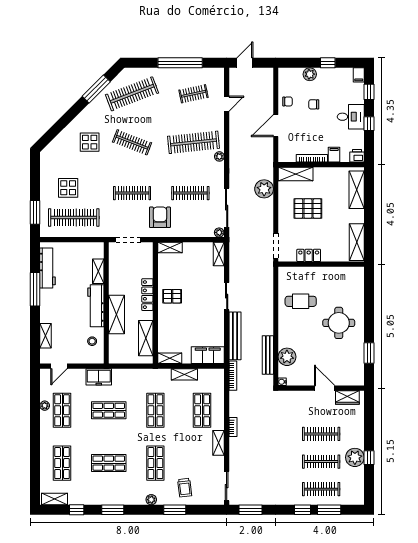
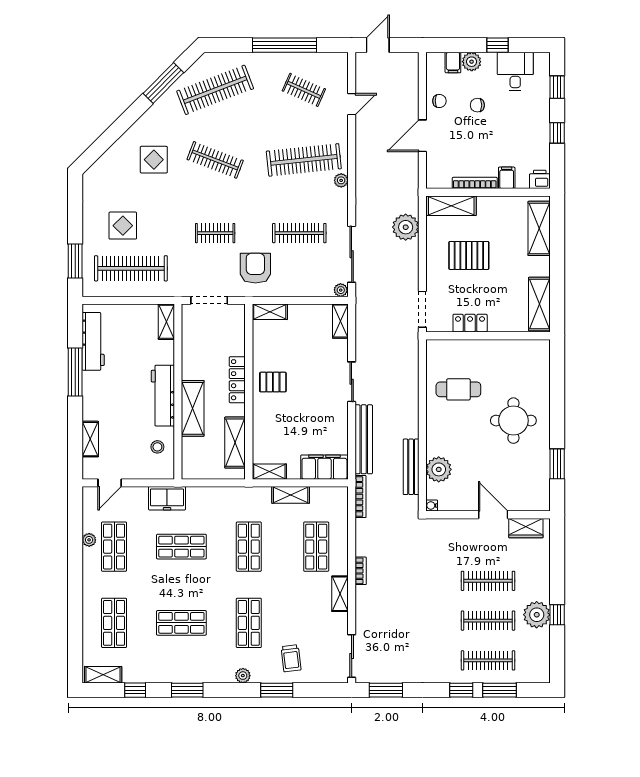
filing cabinet: (359, 75) -> (453, 63), moved
clothes rail: (194, 94) -> (304, 90), turned 36
desk: (351, 117) -> (515, 72), moved, turned -90
clothes rail: (132, 193) -> (215, 233), width x0.73
shelving: (98, 271) -> (166, 322), moved

